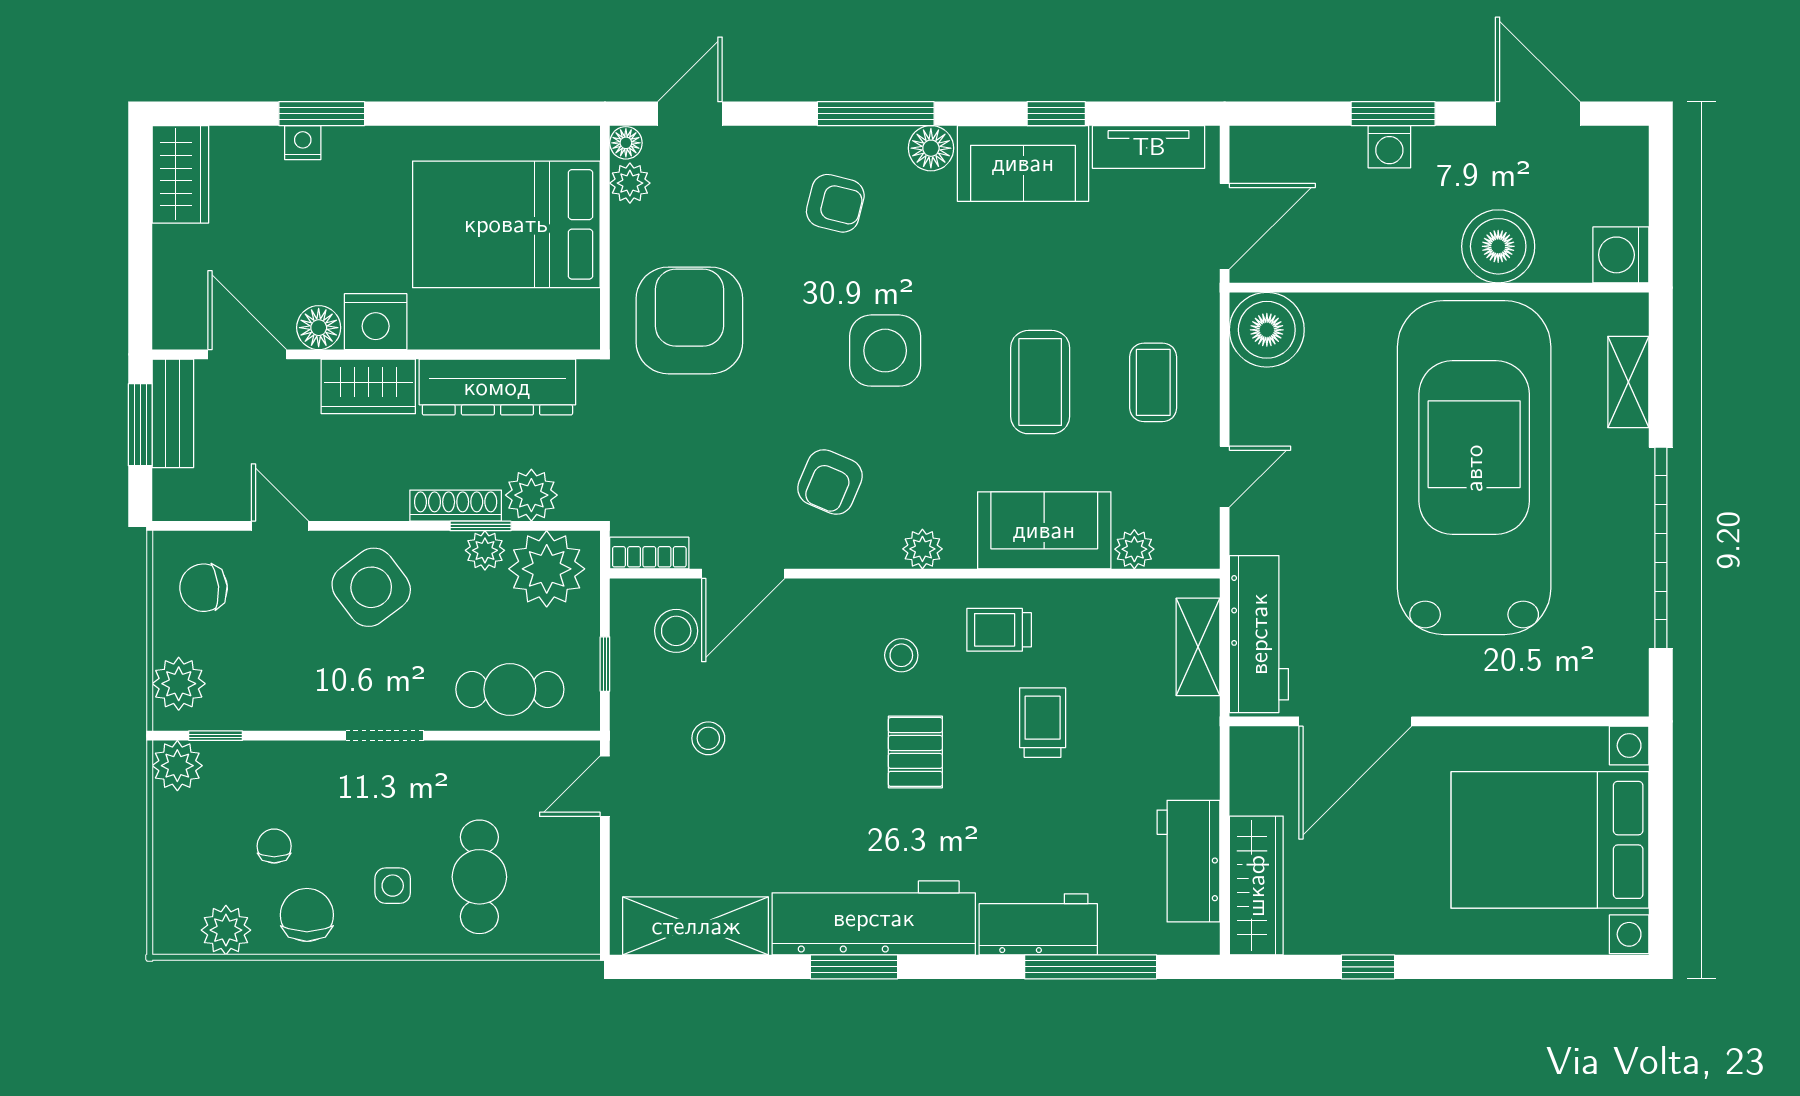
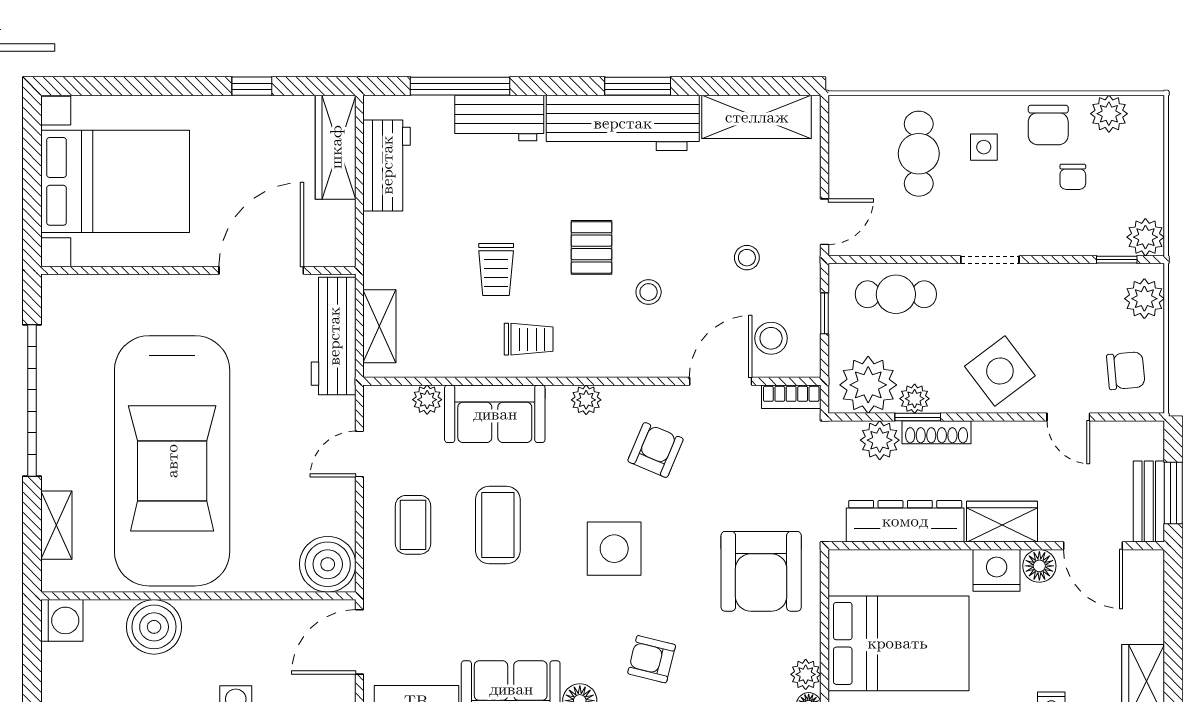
stool: (901, 655) -> (649, 292), moved

